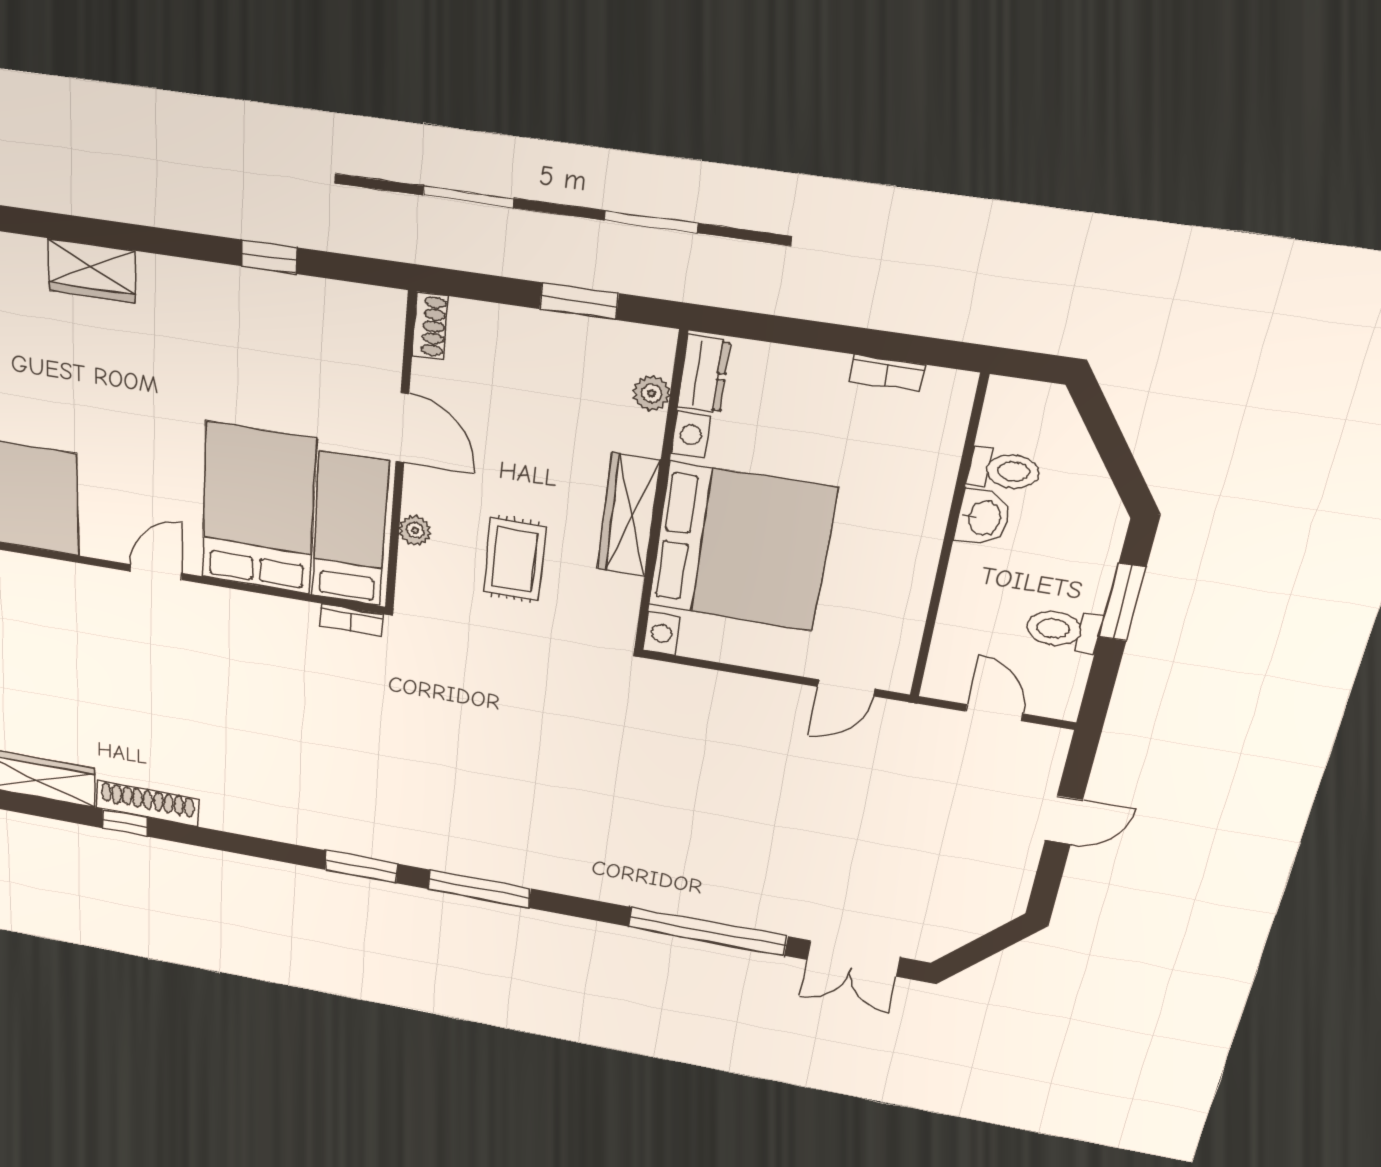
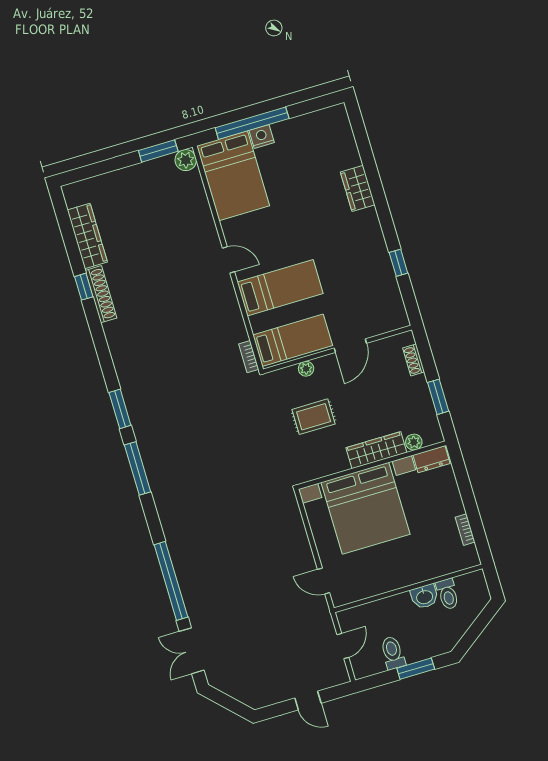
shoe rack: (430, 326) -> (414, 360), moved, turned 90
bed: (258, 509) -> (280, 288), width x0.67
wardrobe: (629, 515) -> (376, 450), moved

